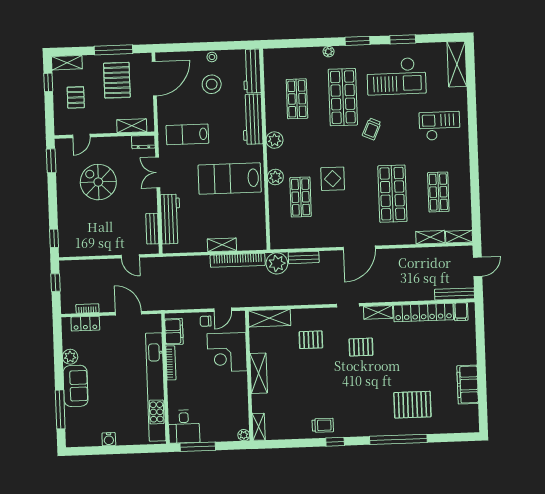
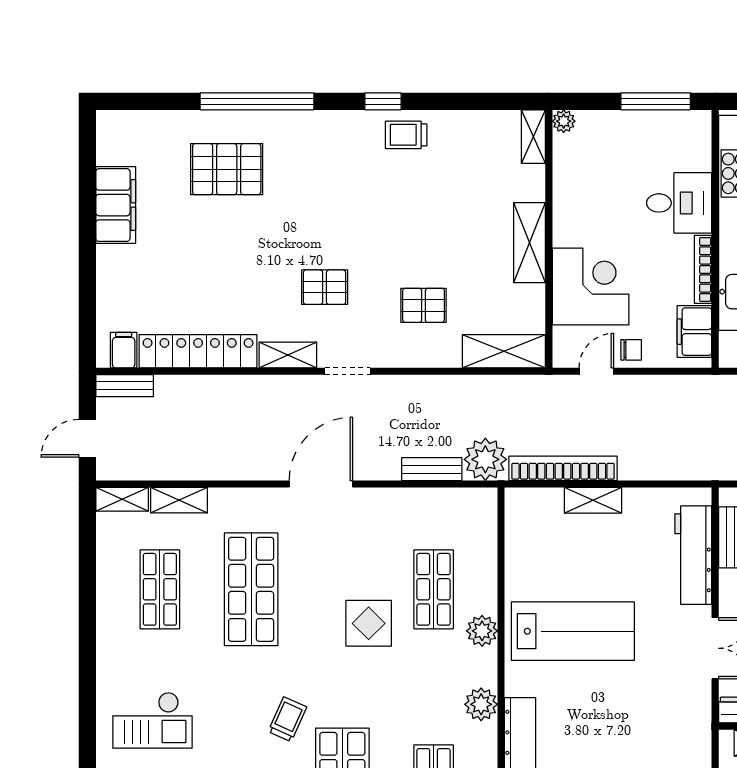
lab bench: (187, 134) -> (654, 722), removed
bench: (455, 294) -> (125, 386), width x0.73
desk: (184, 427) -> (679, 203), moved, turned 90

